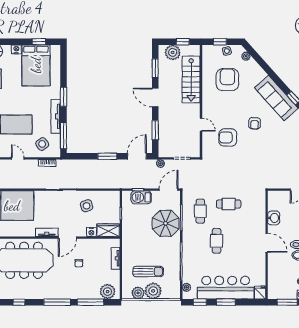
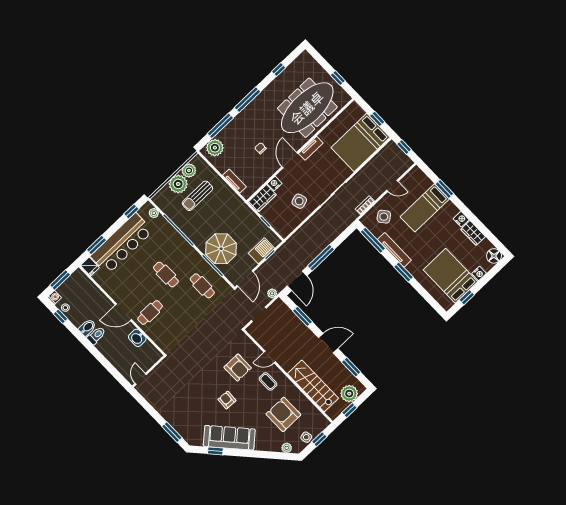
armchair: (227, 80) -> (283, 414), turned 180
coffee table: (217, 110) -> (268, 381), added
armchair: (228, 137) -> (238, 368), turned 90
window: (107, 156) -> (321, 258), width x1.44
cafe table: (229, 204) -> (150, 313), moved
window: (226, 302) -> (96, 245), moved

